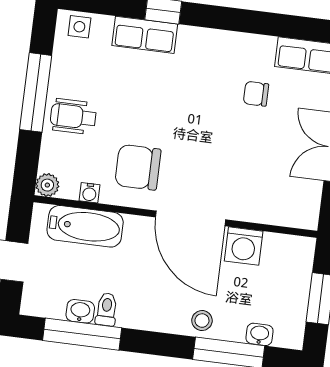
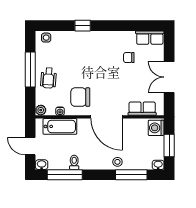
row of seats: (145, 35) -> (142, 109), moved, turned 180
wheelchair: (73, 117) -> (48, 78), turned -86
washing machine: (244, 246) -> (156, 128), moved, turned 90
washbasin: (80, 311) -> (42, 165), moved
washbasin: (260, 334) -> (158, 165), moved

